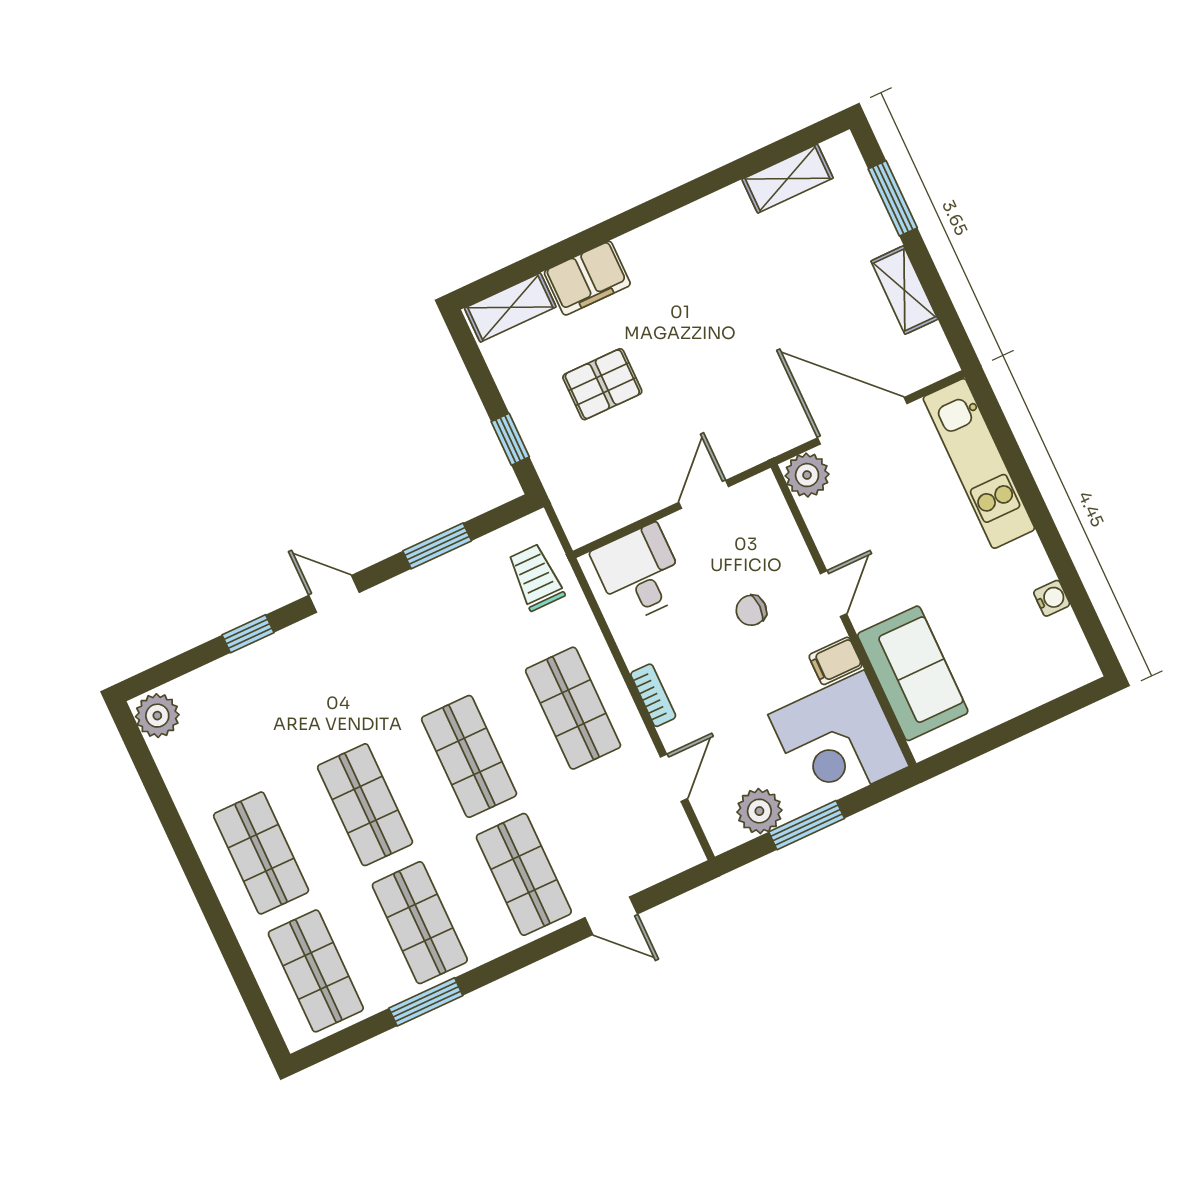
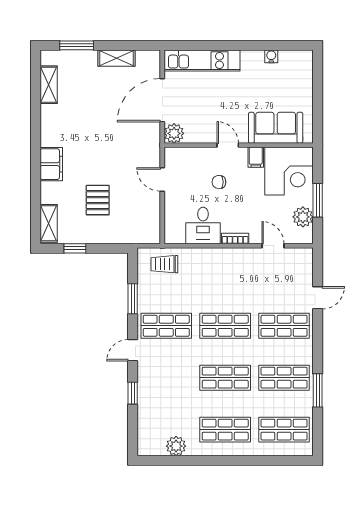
filing cabinet: (587, 278) -> (51, 164), moved
window: (510, 439) -> (75, 248), moved
desk: (639, 573) -> (203, 226), moved, turned -90
chair: (751, 610) -> (219, 182), turned 90
shop shelf: (573, 708) -> (166, 326), moved
plant: (157, 716) -> (176, 446), moved

